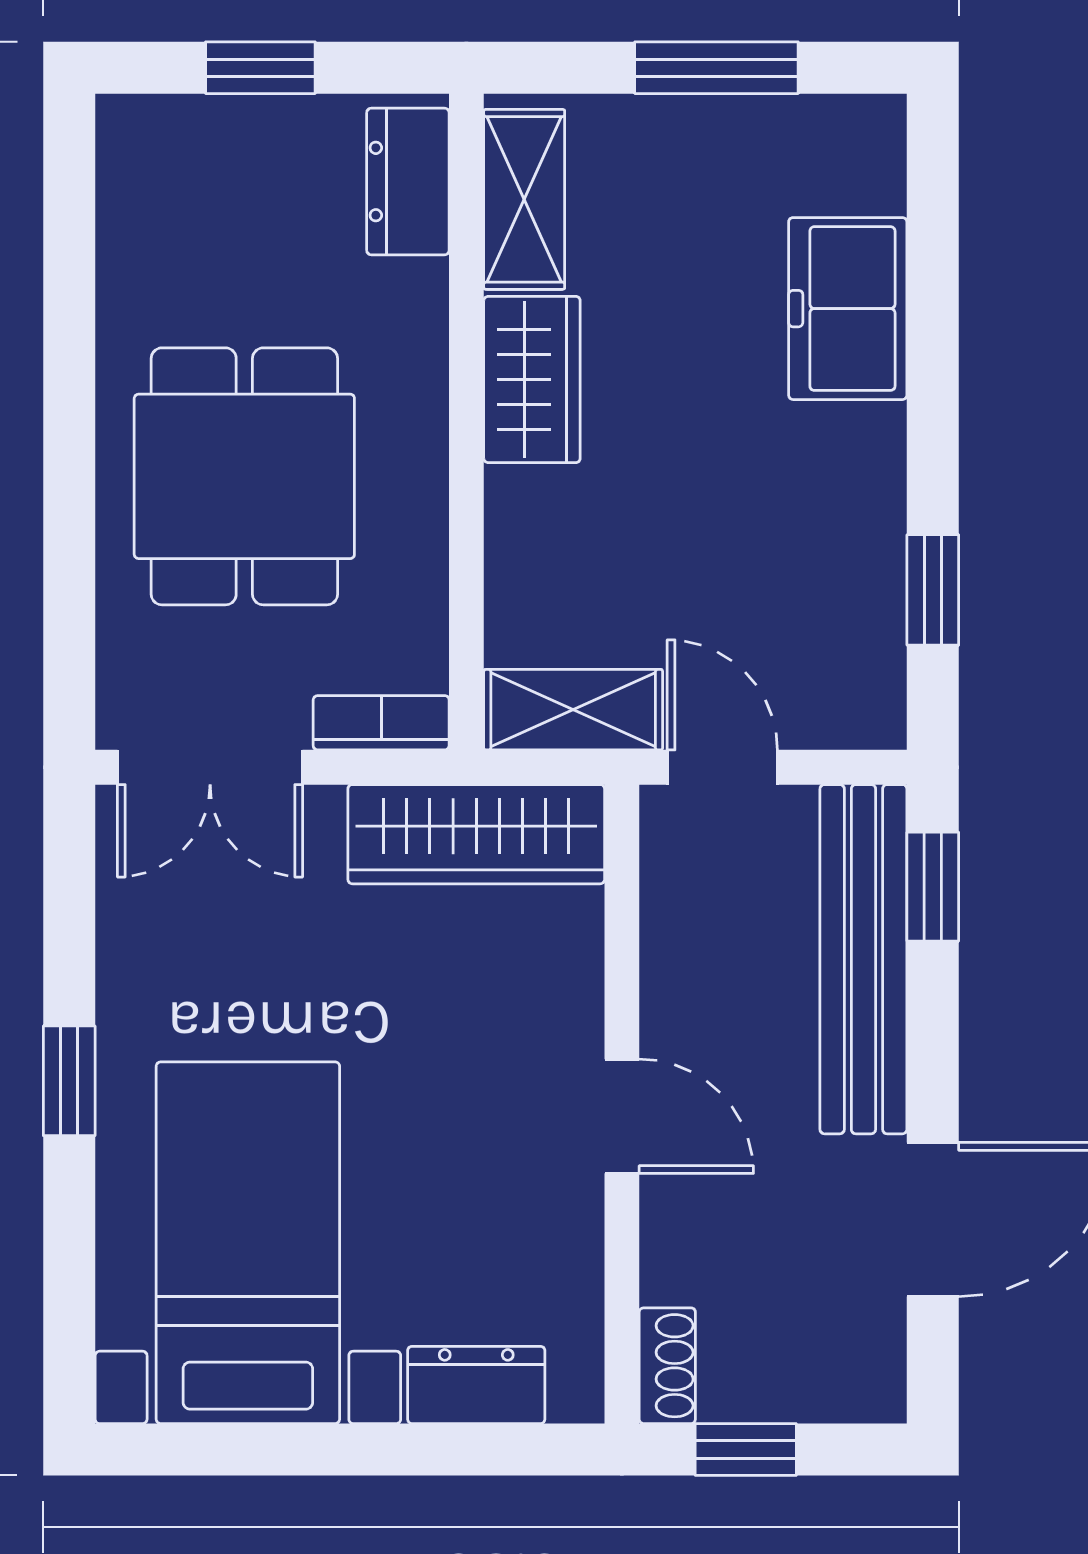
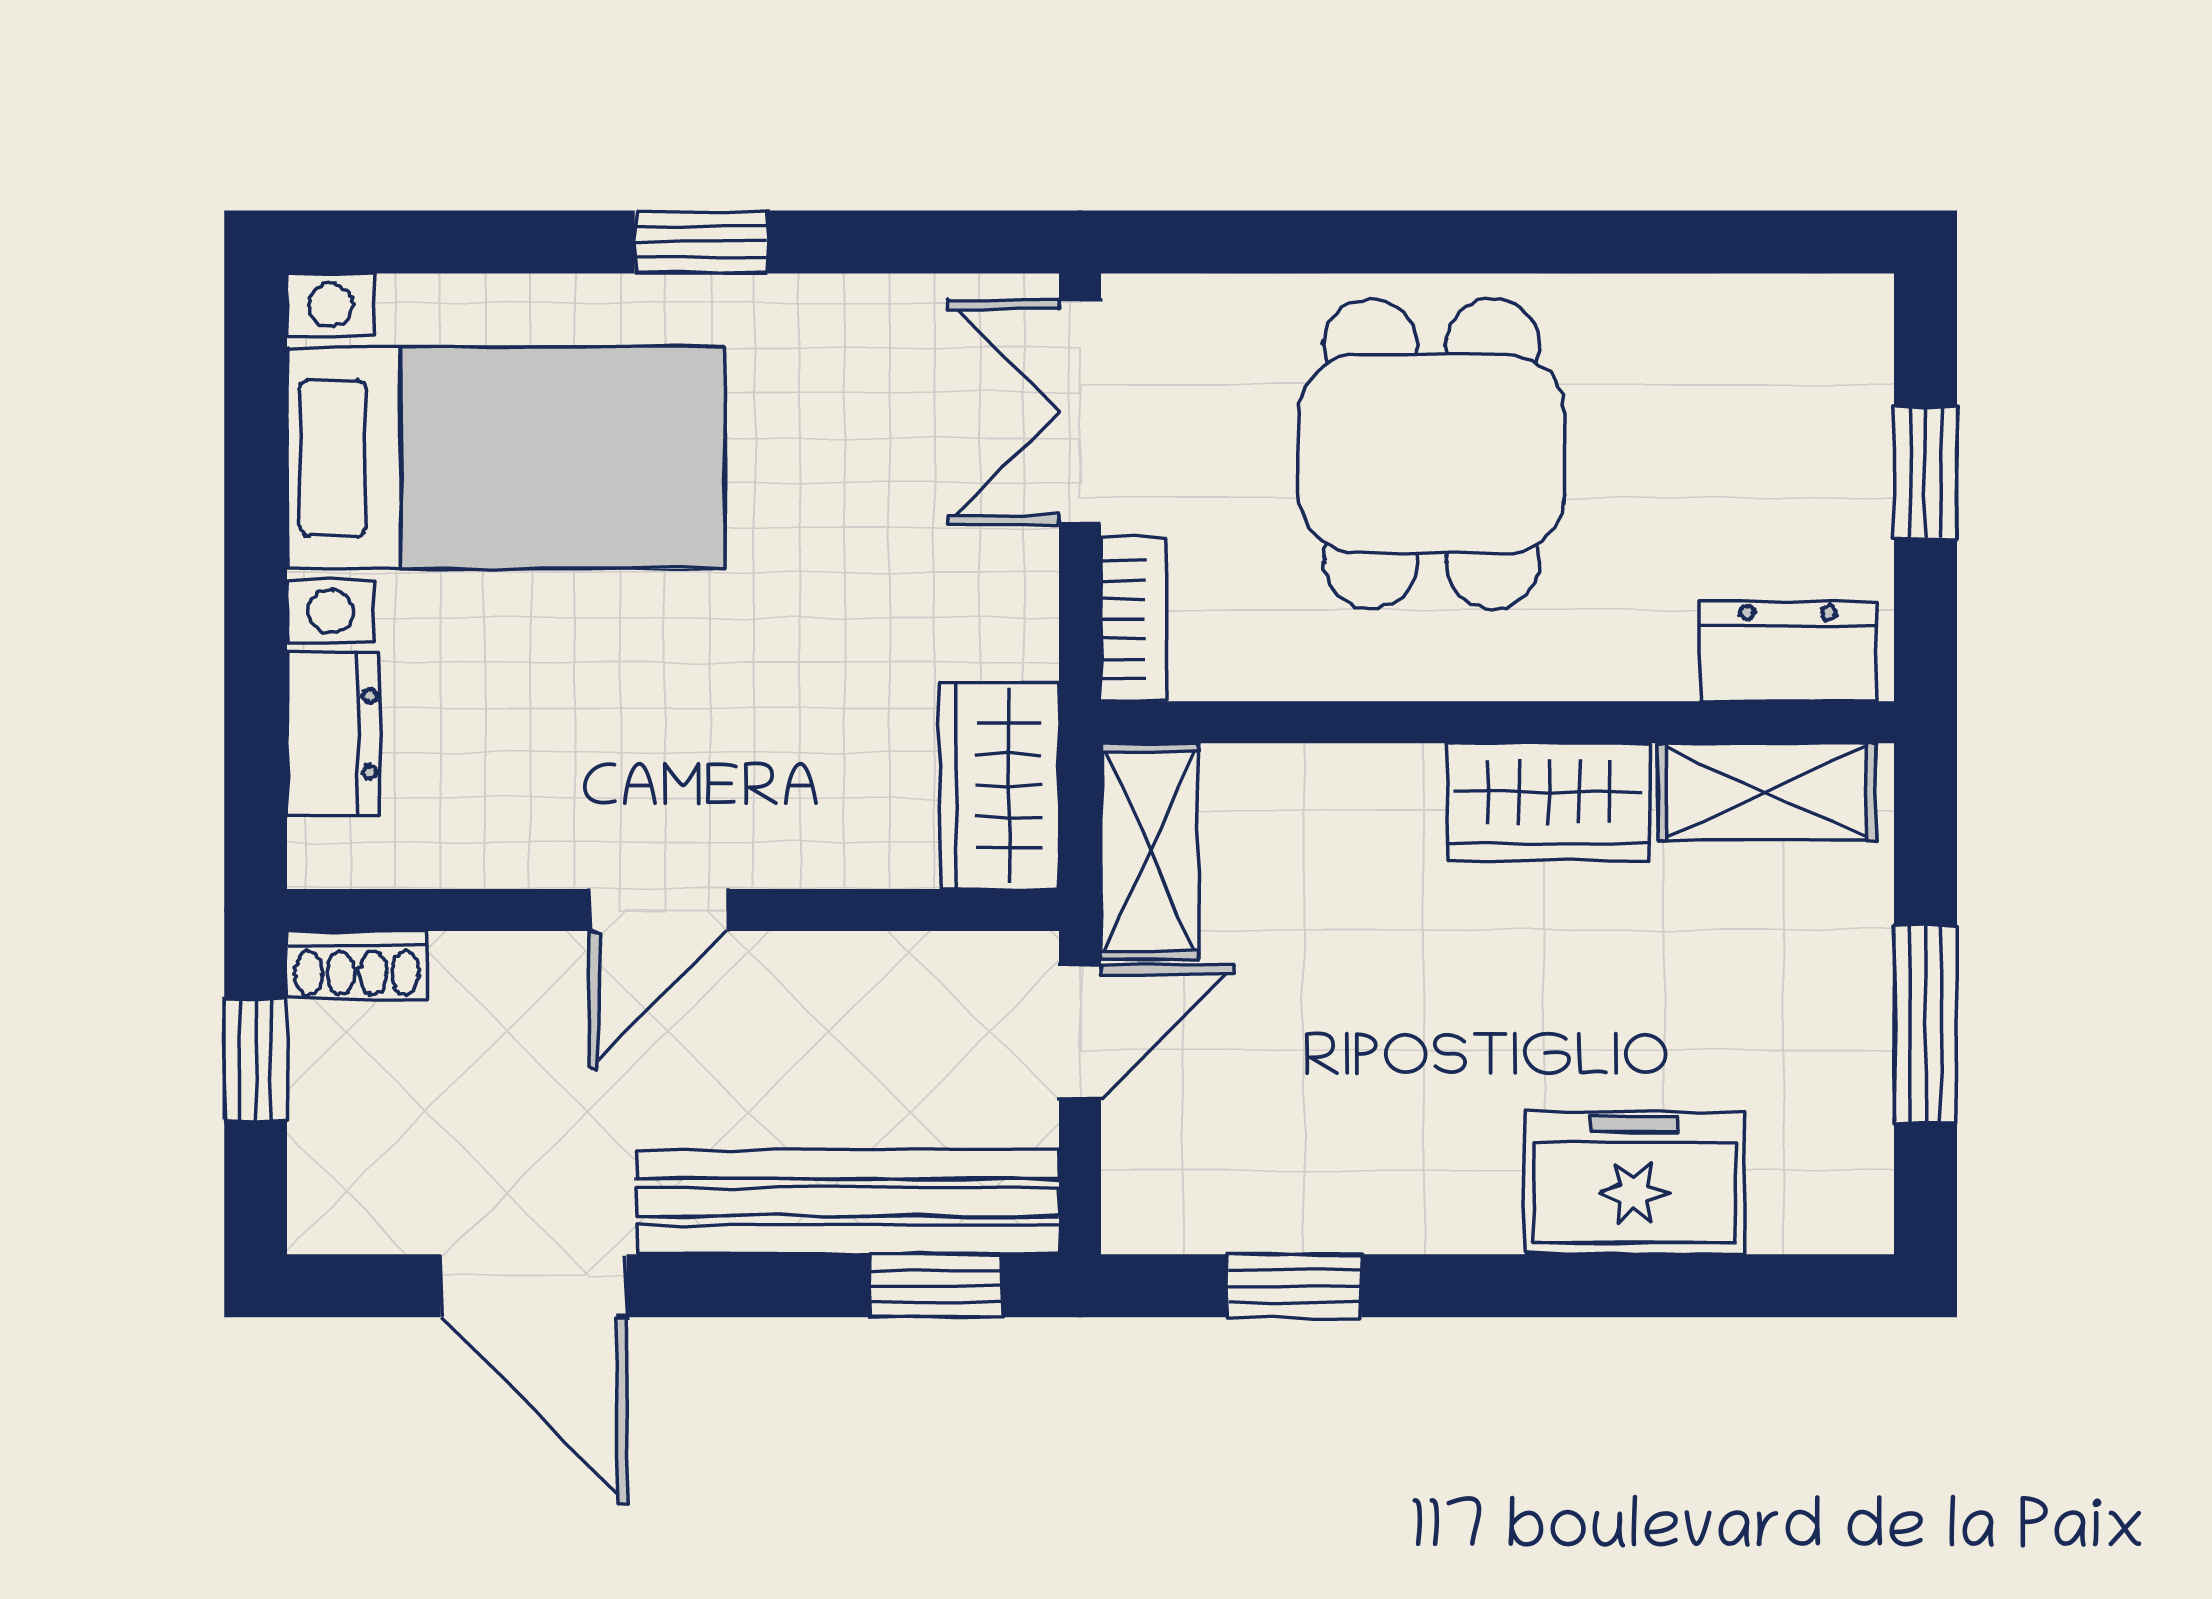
dining table: (244, 476) -> (1432, 454), turned 90
wardrobe: (476, 834) -> (999, 786), width x0.67

